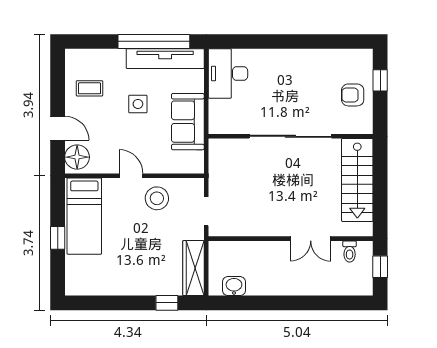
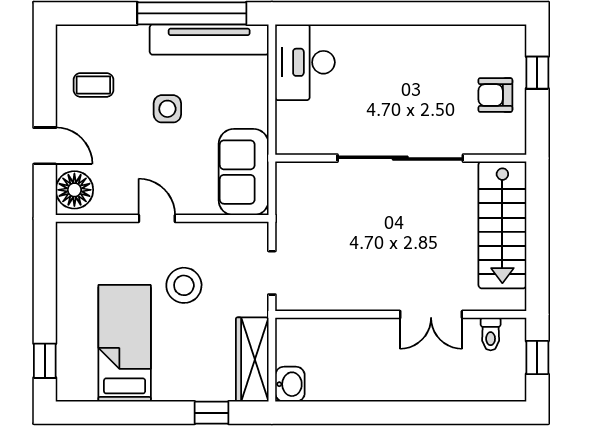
sofa: (188, 122) -> (244, 172), moved
stool: (157, 198) -> (184, 285), moved
bed: (84, 216) -> (125, 343), moved, turned 180
window: (58, 238) -> (45, 361), moved
washbasin: (234, 286) -> (290, 384), moved, turned 90

